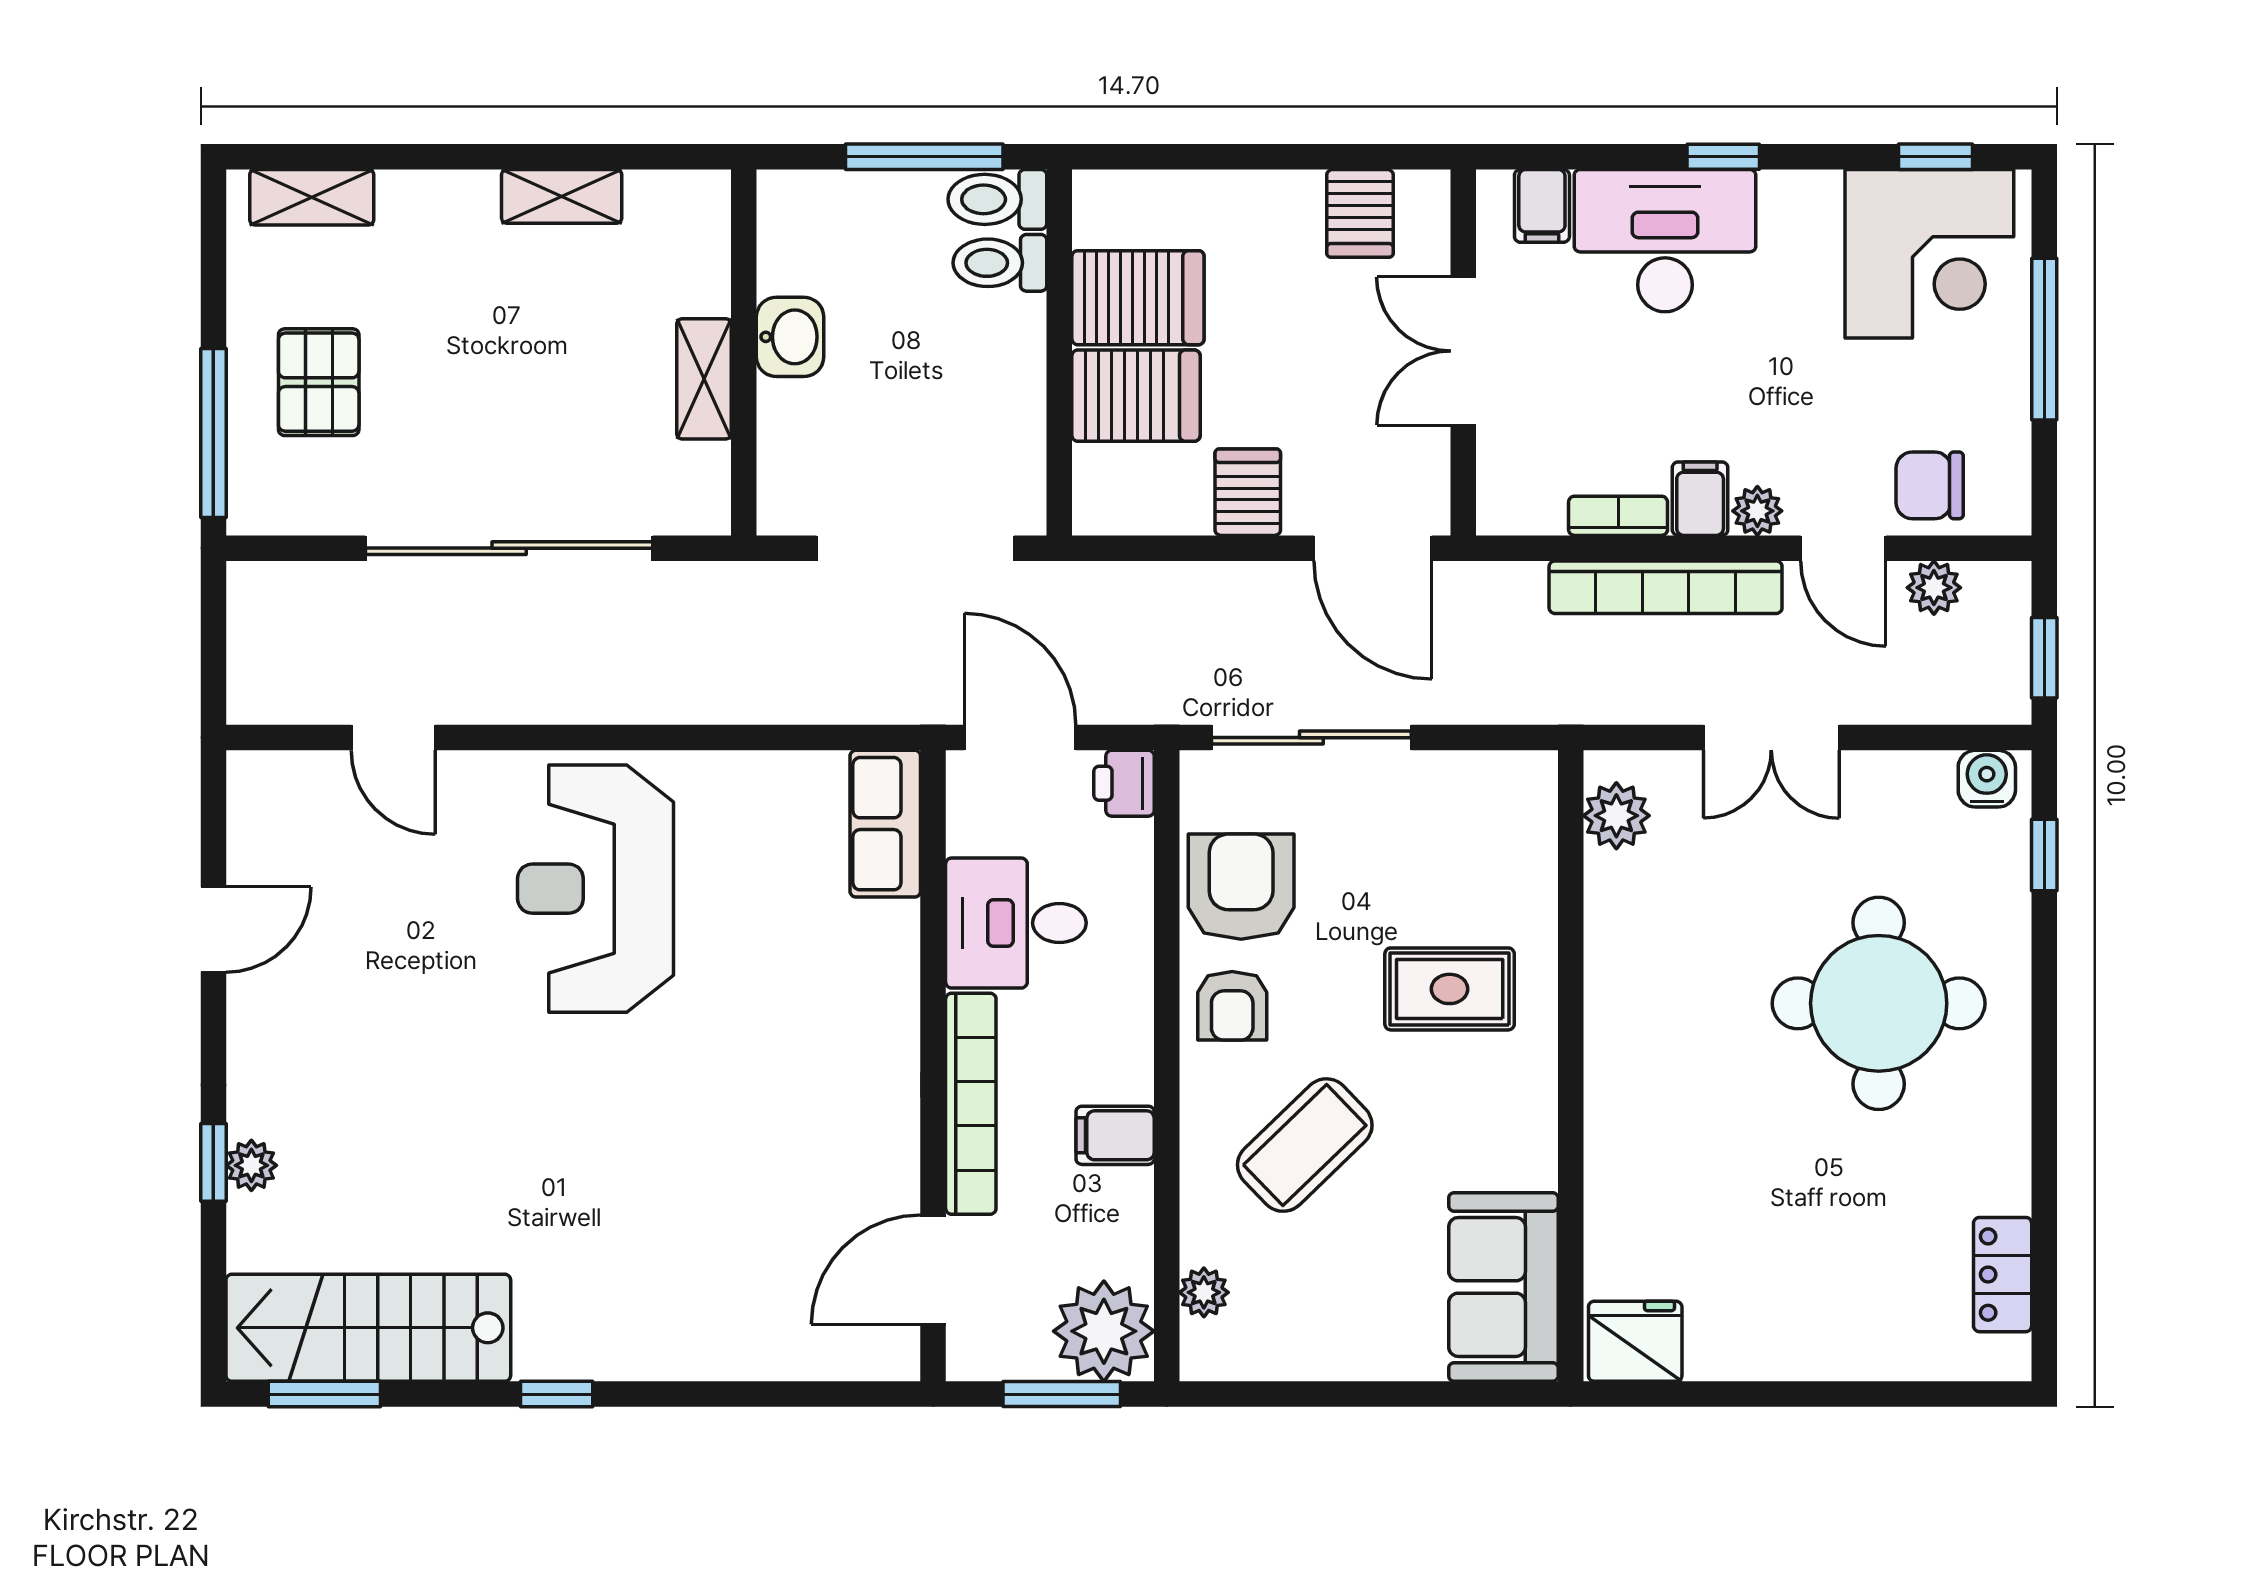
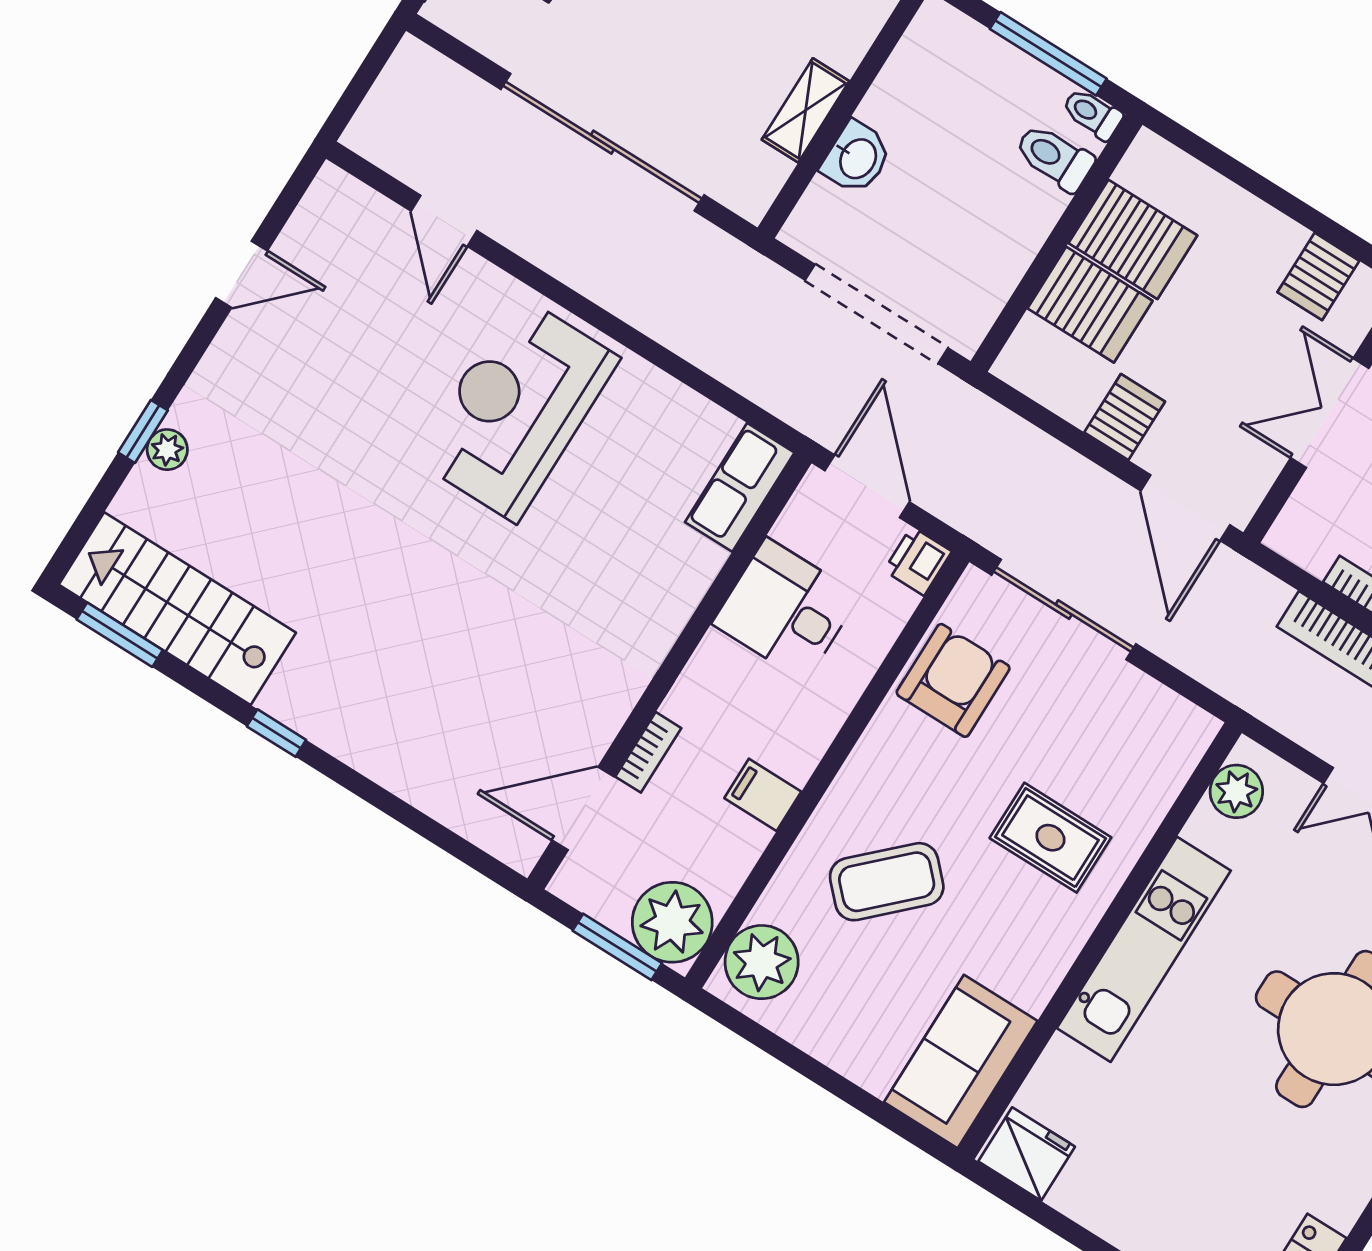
toilet: (997, 199) -> (1092, 114), width x0.73, depth x0.72
washbasin: (790, 337) -> (857, 158), moved
armchair: (1232, 1006) -> (897, 757), removed
kitchen unit: (1623, 1045) -> (1144, 949), added
bookcase: (971, 1104) -> (648, 752), width x0.43, depth x0.76
plant: (1204, 1292) -> (762, 962), width x1.88, depth x1.88

